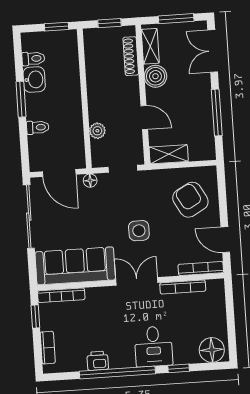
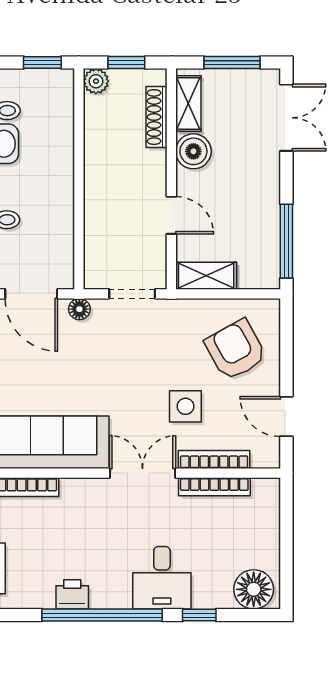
double door: (213, 51) -> (286, 118), swing flipped
window: (217, 113) -> (286, 241), moved
plant: (97, 131) -> (96, 81), moved
side table: (139, 231) -> (185, 406), moved
bookcase: (201, 268) -> (214, 460), moved

